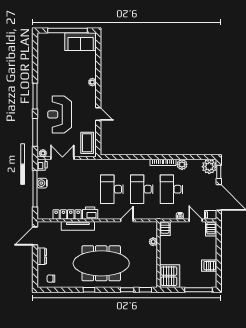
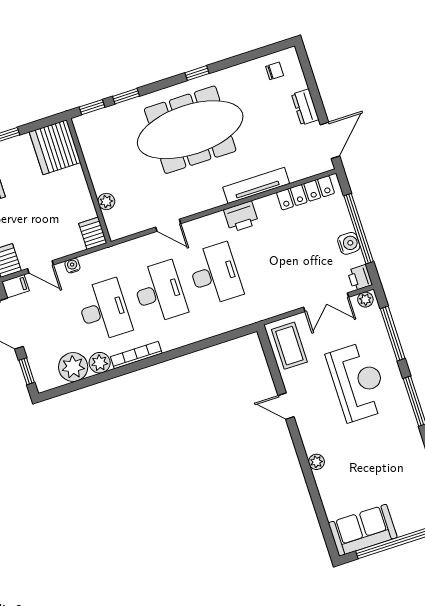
plant: (209, 167) -> (73, 367), moved
locker: (67, 214) -> (305, 193), moved
door: (127, 220) -> (168, 225), hinge flipped

